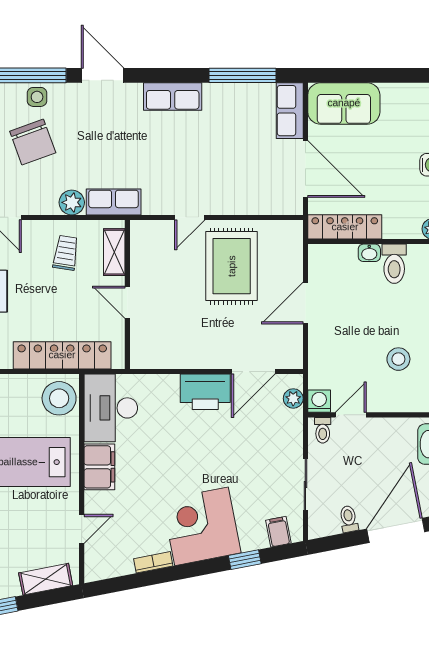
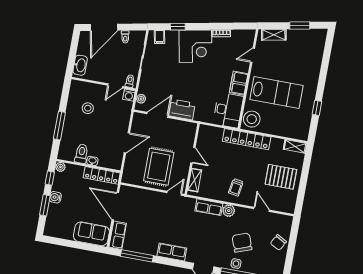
shelving: (114, 252) -> (195, 180), moved
wall: (127, 295) -> (192, 159), moved
door: (127, 302) -> (193, 155), moved

